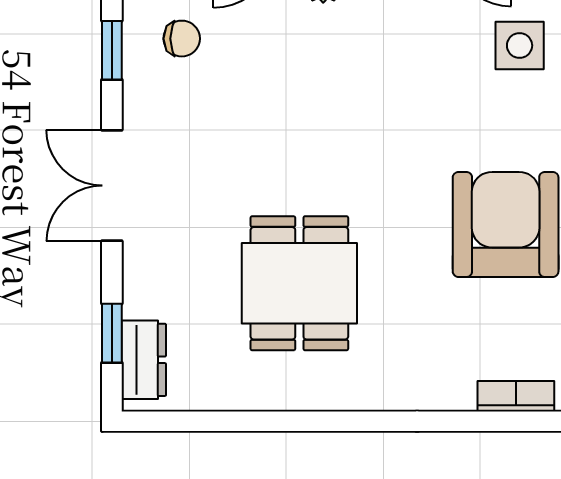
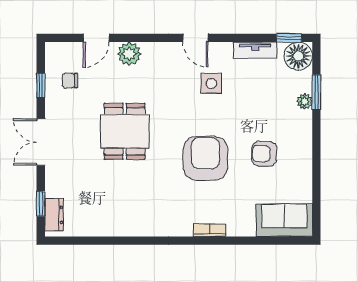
chair: (182, 39) -> (70, 81), turned 180
dining table: (299, 283) -> (125, 131), moved

